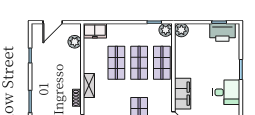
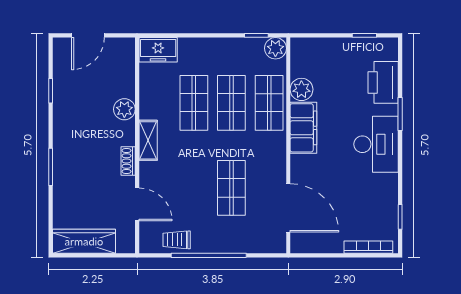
plant: (181, 30) -> (301, 89), moved
printer: (222, 32) -> (383, 82), moved, turned 90
plant: (75, 42) -> (124, 109), moved
desk: (226, 92) -> (376, 144), width x1.37
filing cabinet: (183, 94) -> (303, 128), moved

